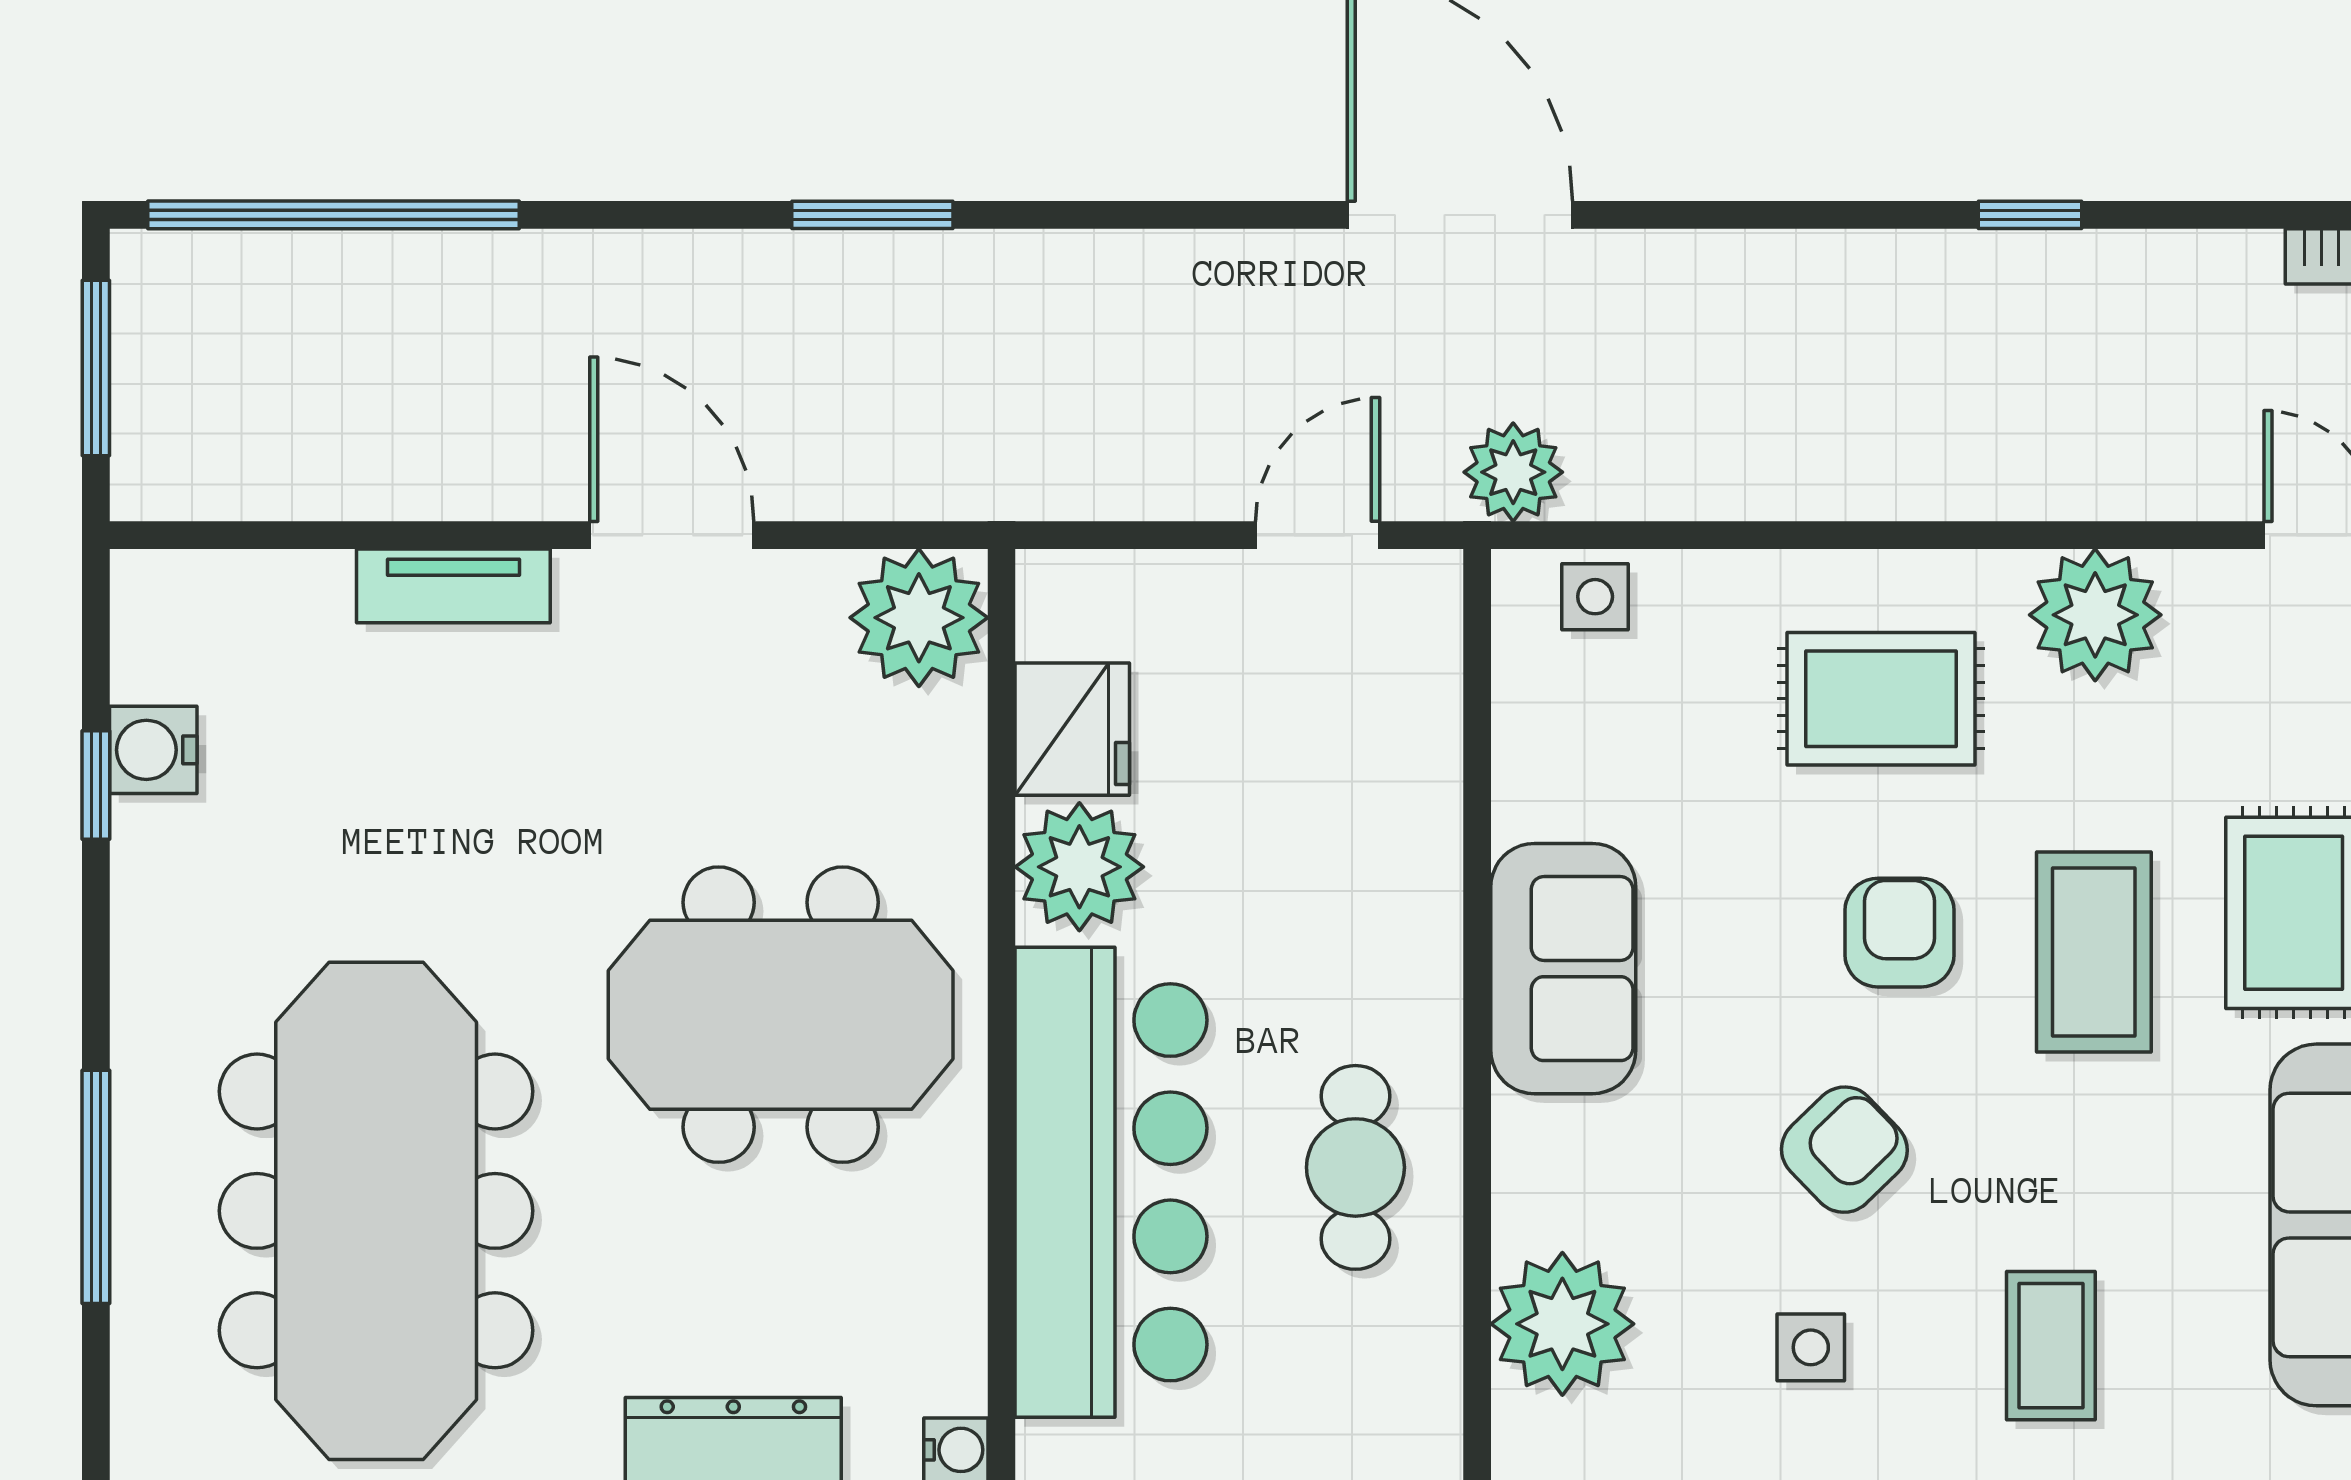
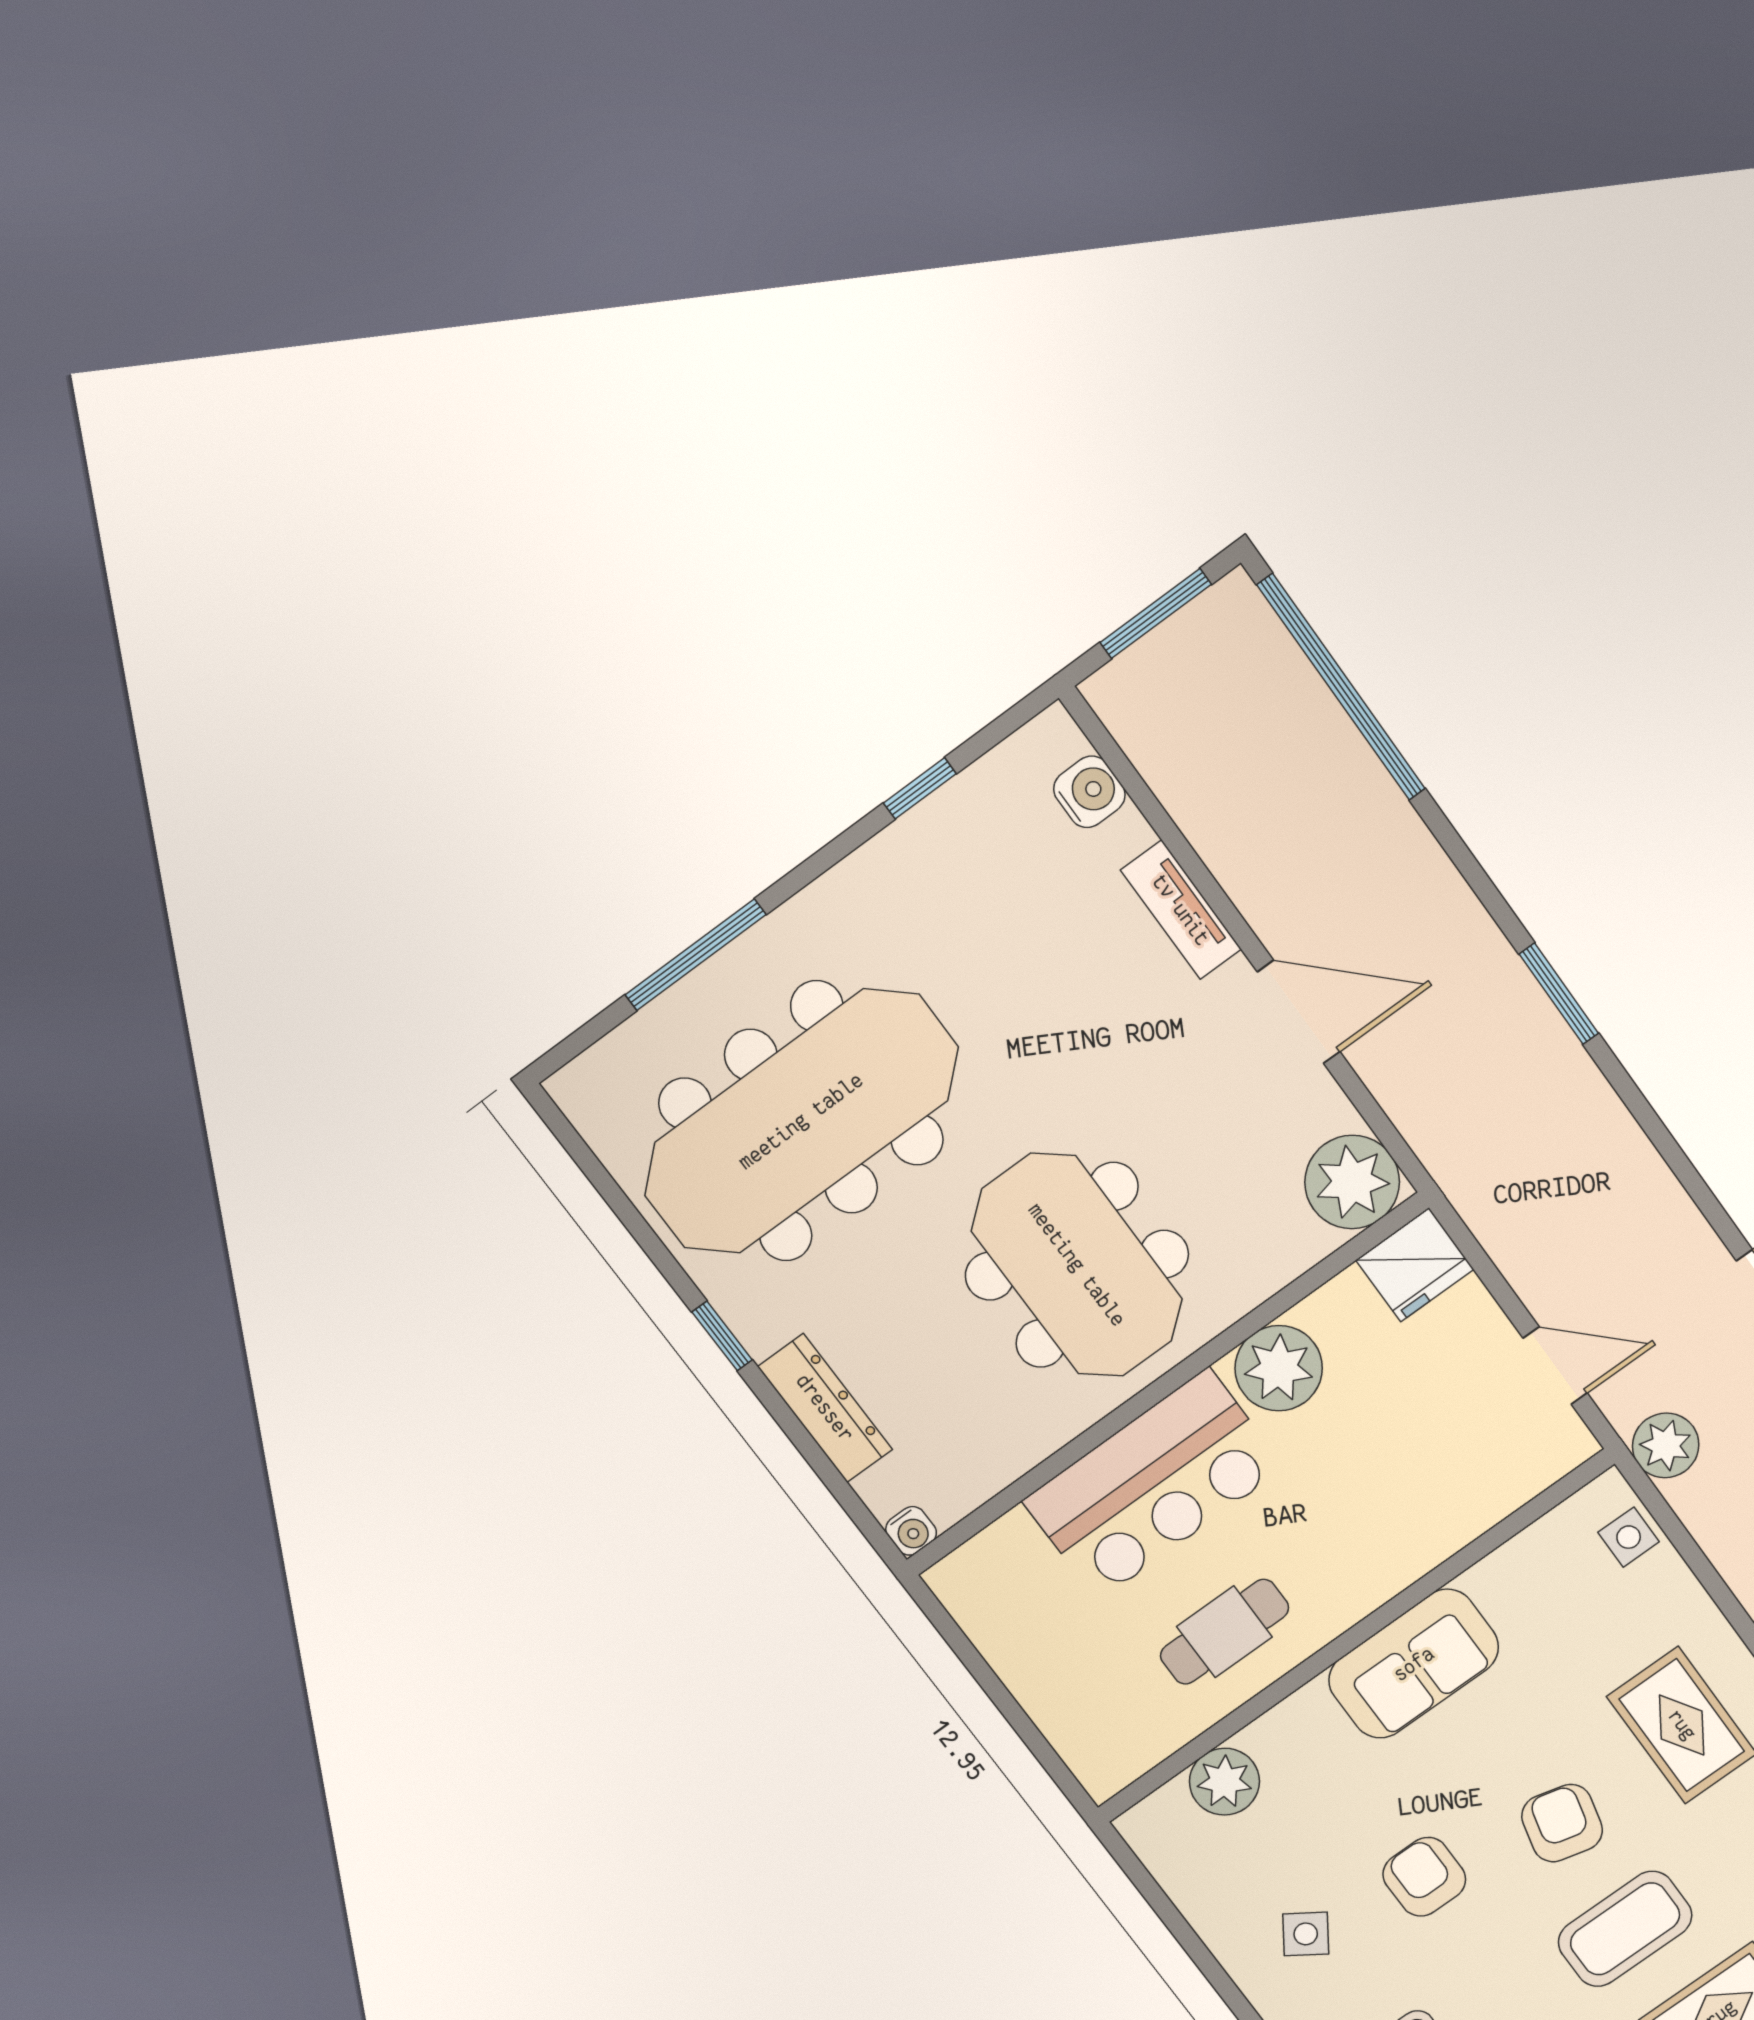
door: (672, 535) -> (1299, 1012), hinge flipped
fridge: (1072, 729) -> (1415, 1265), moved
water cooler: (153, 750) -> (1089, 792), moved, turned 90
armchair: (1899, 933) -> (1562, 1823), turned -76
armchair: (1844, 1150) -> (1424, 1877), turned -136
bar counter: (1111, 1182) -> (1153, 1484), width x0.73
plant: (1562, 1324) -> (1224, 1782), width x0.73, depth x0.73
side table: (1811, 1347) -> (1306, 1934), turned 34

